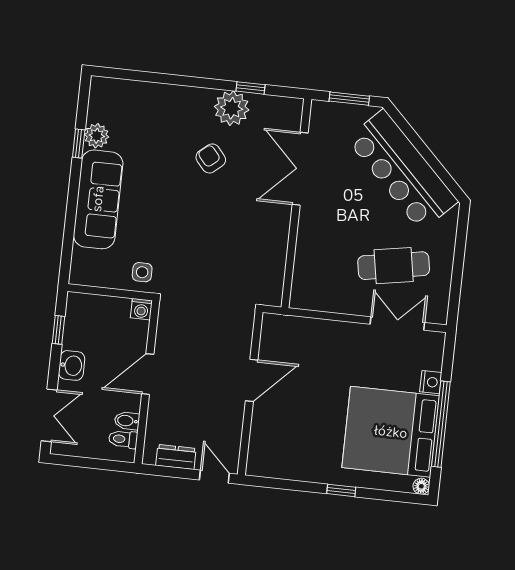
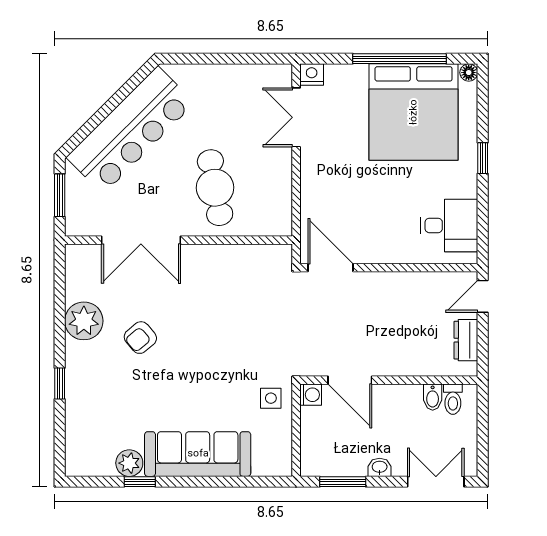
window: (251, 88) -> (60, 384), moved
cafe table: (394, 266) -> (215, 188), moved
window: (58, 330) -> (343, 482), width x1.50
washbasin: (72, 365) -> (380, 467), width x0.72, depth x0.69
door: (148, 374) -> (350, 380), moved
door: (252, 380) -> (331, 268), moved
nightstand: (431, 382) -> (312, 75), moved
desk: (283, 453) -> (449, 225), added

